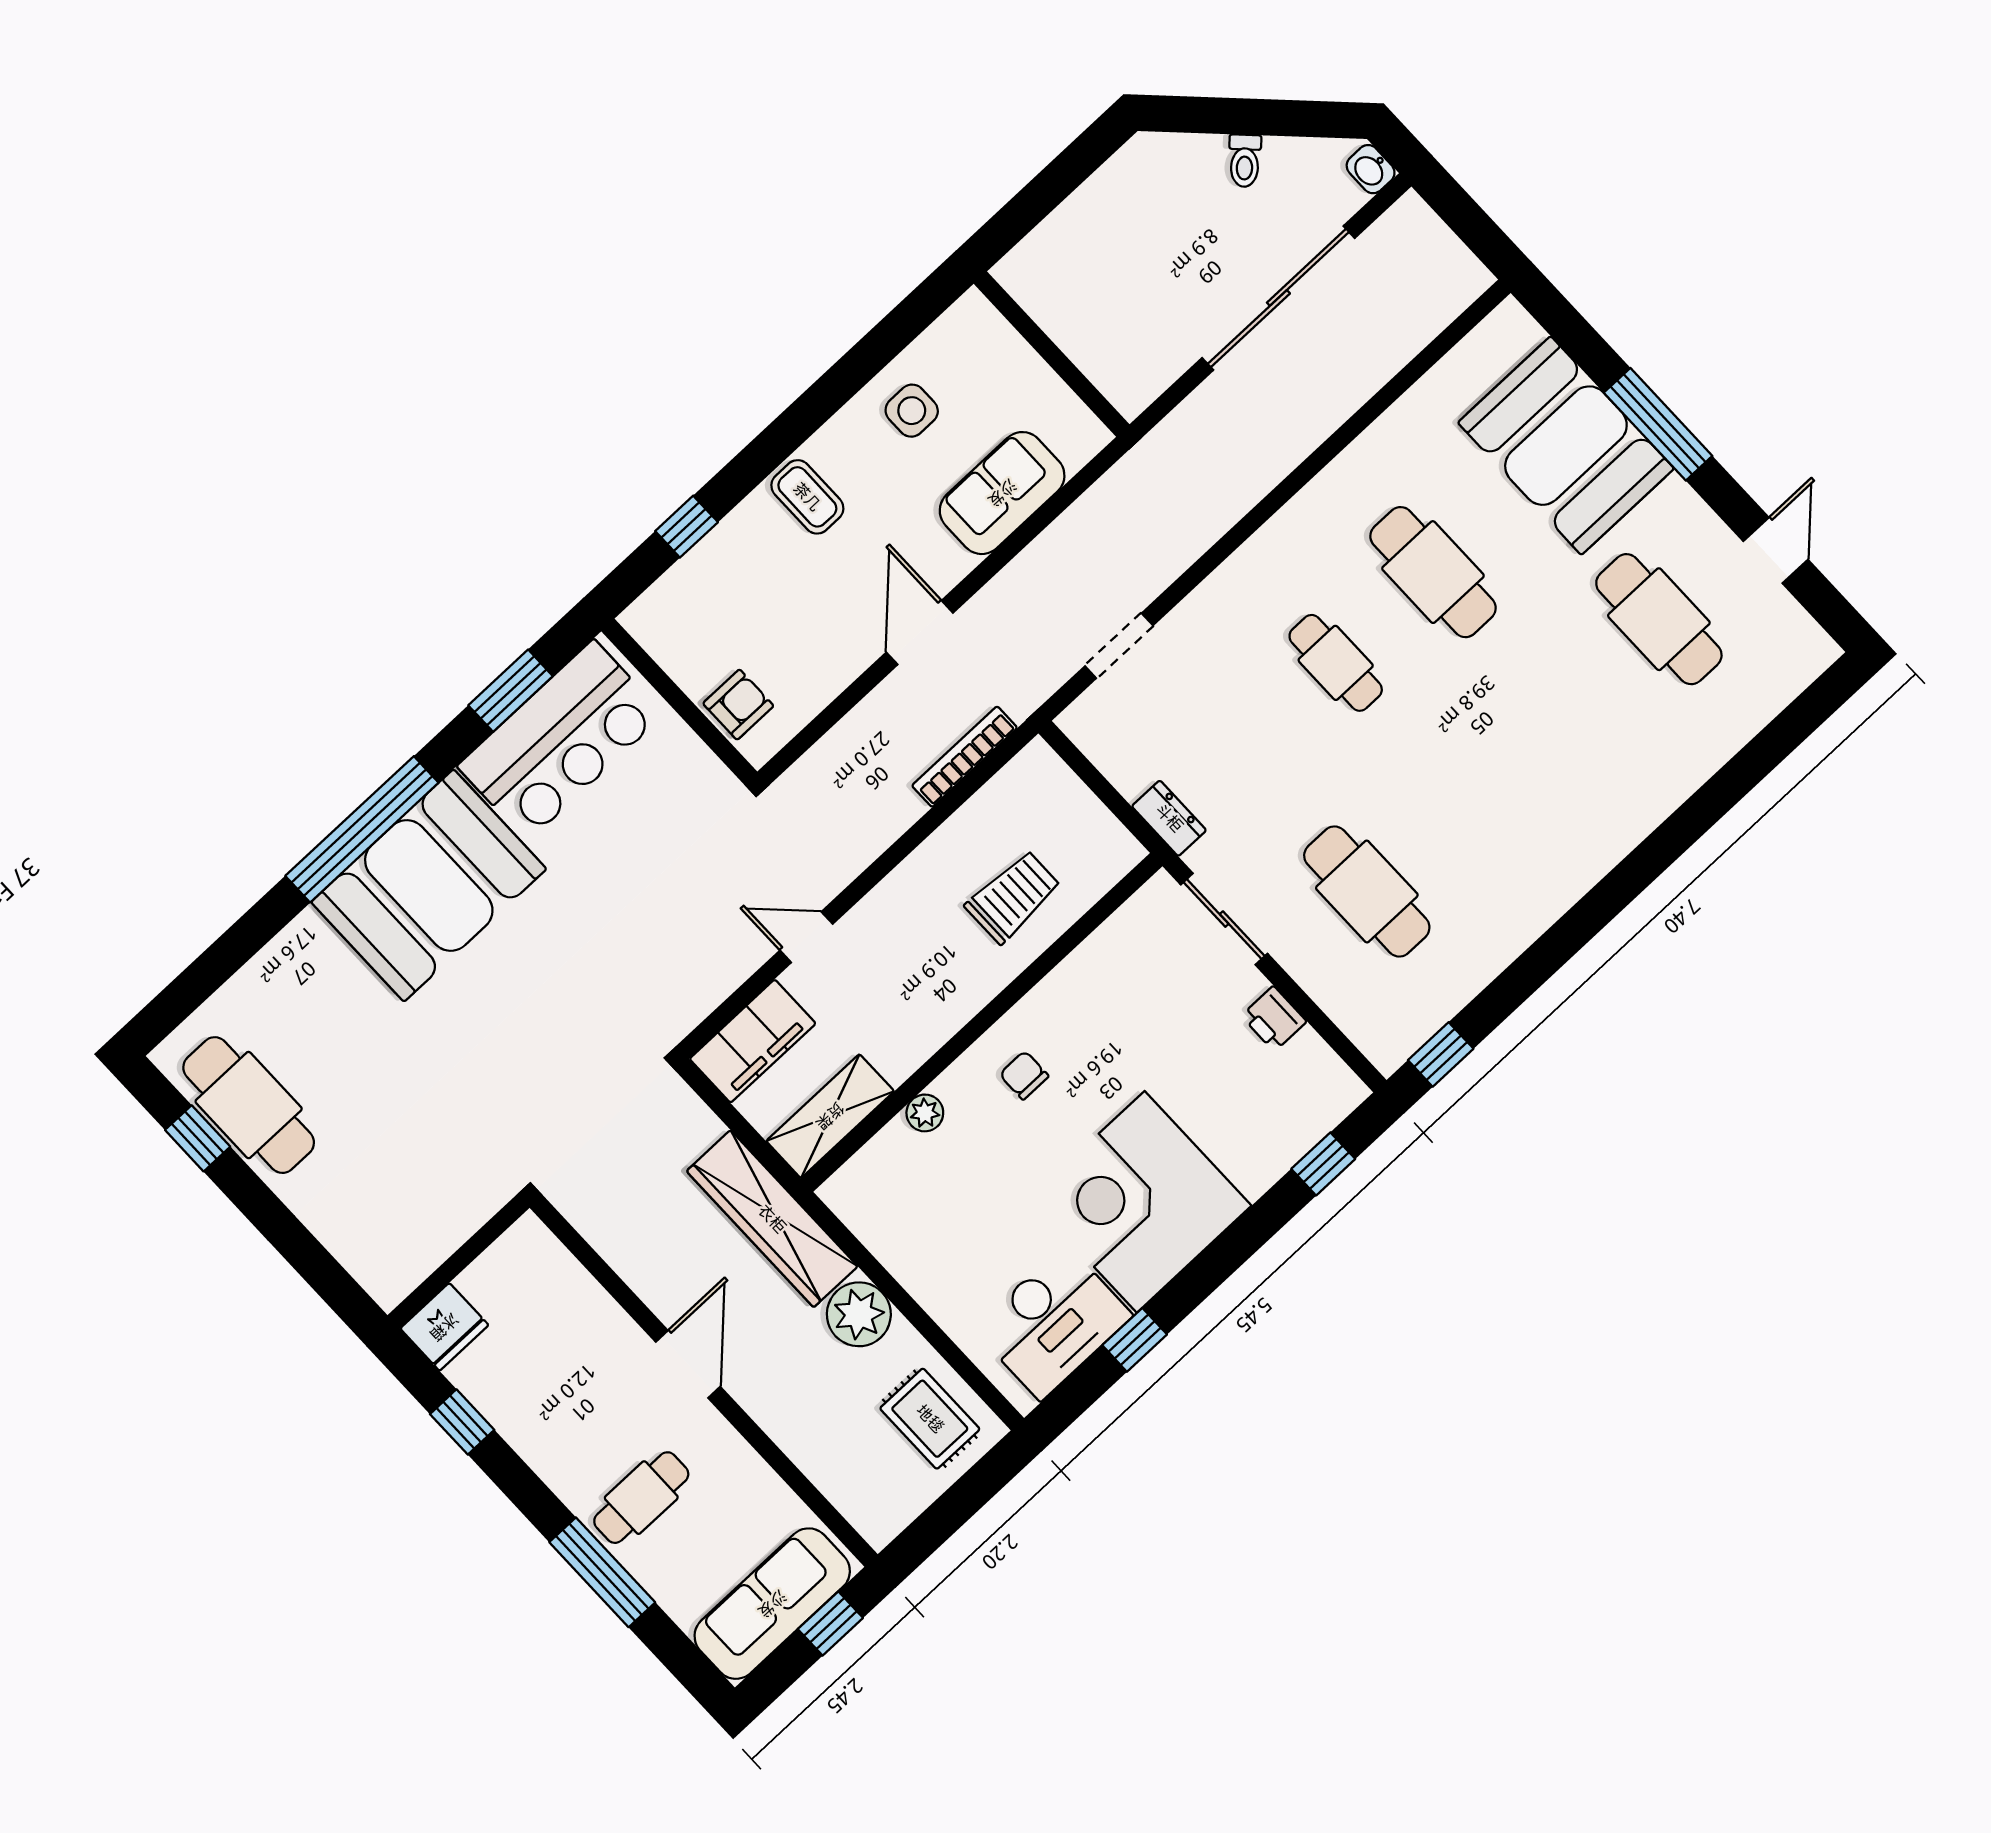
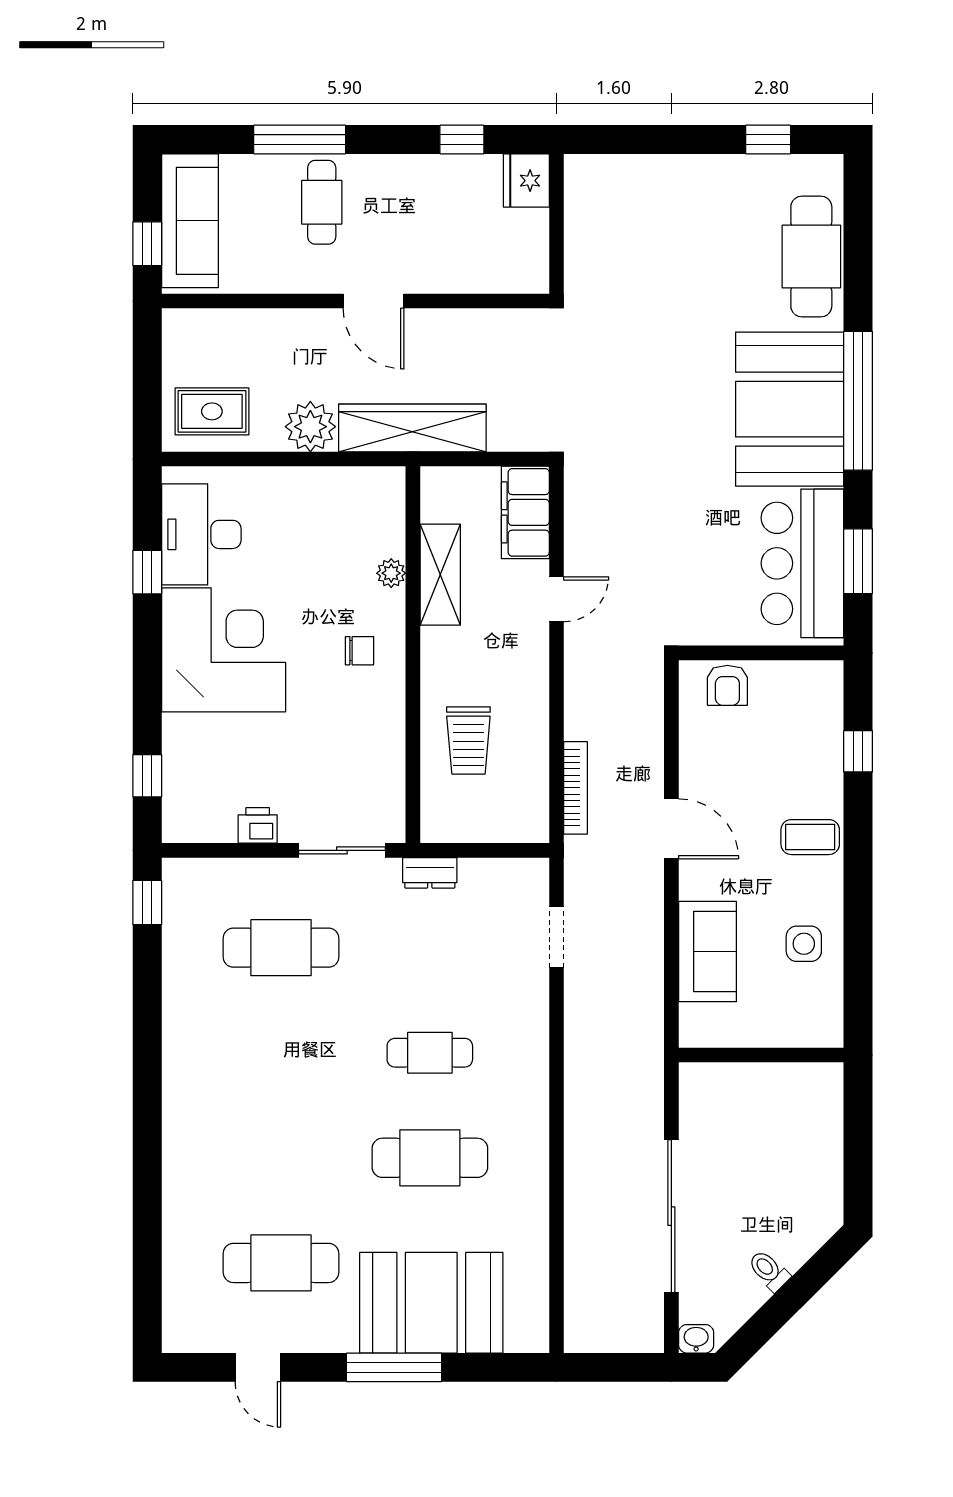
cafe table: (249, 1105) -> (811, 257), moved, turned 90
shelving: (830, 1116) -> (440, 575), moved

